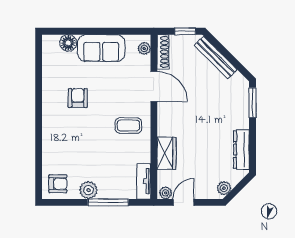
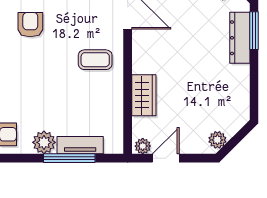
dresser: (241, 150) -> (240, 38), moved
tv unit: (144, 181) -> (80, 145), moved, turned 90

